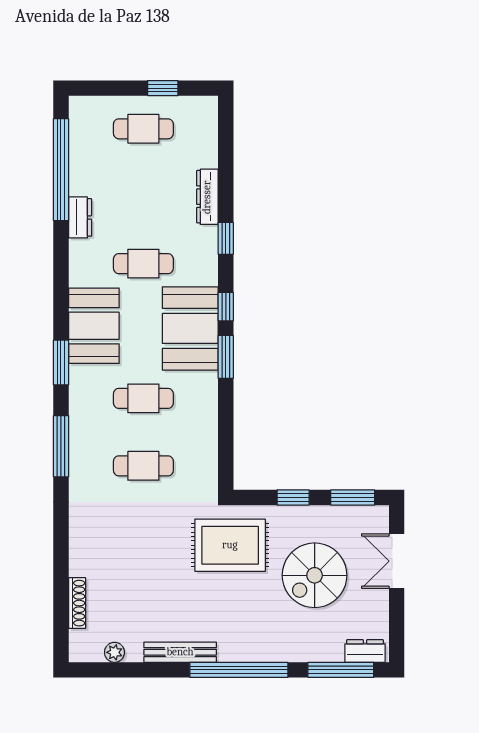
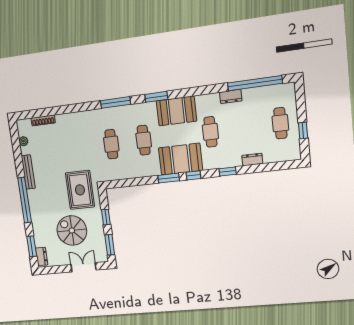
dresser: (207, 197) -> (252, 160), width x0.70
window: (341, 670) -> (32, 246), width x0.69

